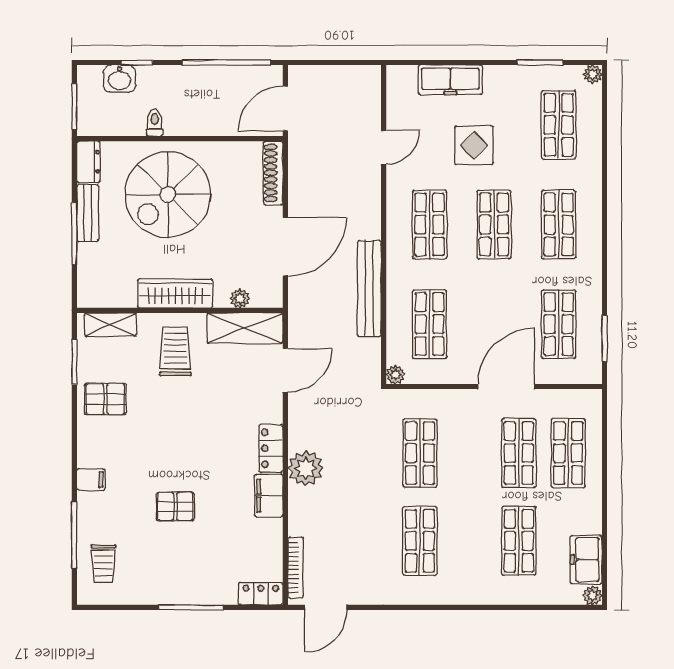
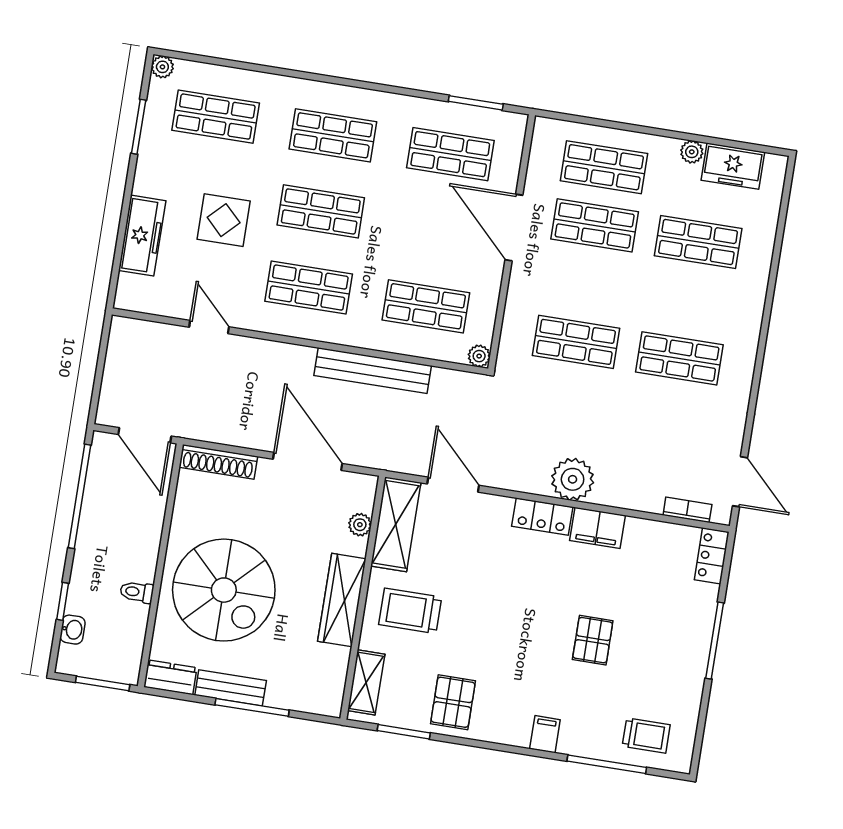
washbasin: (120, 79) -> (72, 630), width x0.72, depth x0.69
bookcase: (296, 568) -> (687, 510), width x0.64
plant: (593, 595) -> (692, 152), moved

